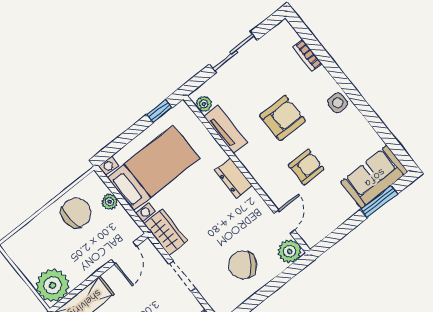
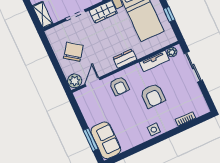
sliding door: (233, 52) -> (193, 67), moved
window: (159, 111) -> (169, 14), moved
armchair: (306, 167) -> (119, 86), moved
door: (284, 222) -> (92, 82), swing flipped

